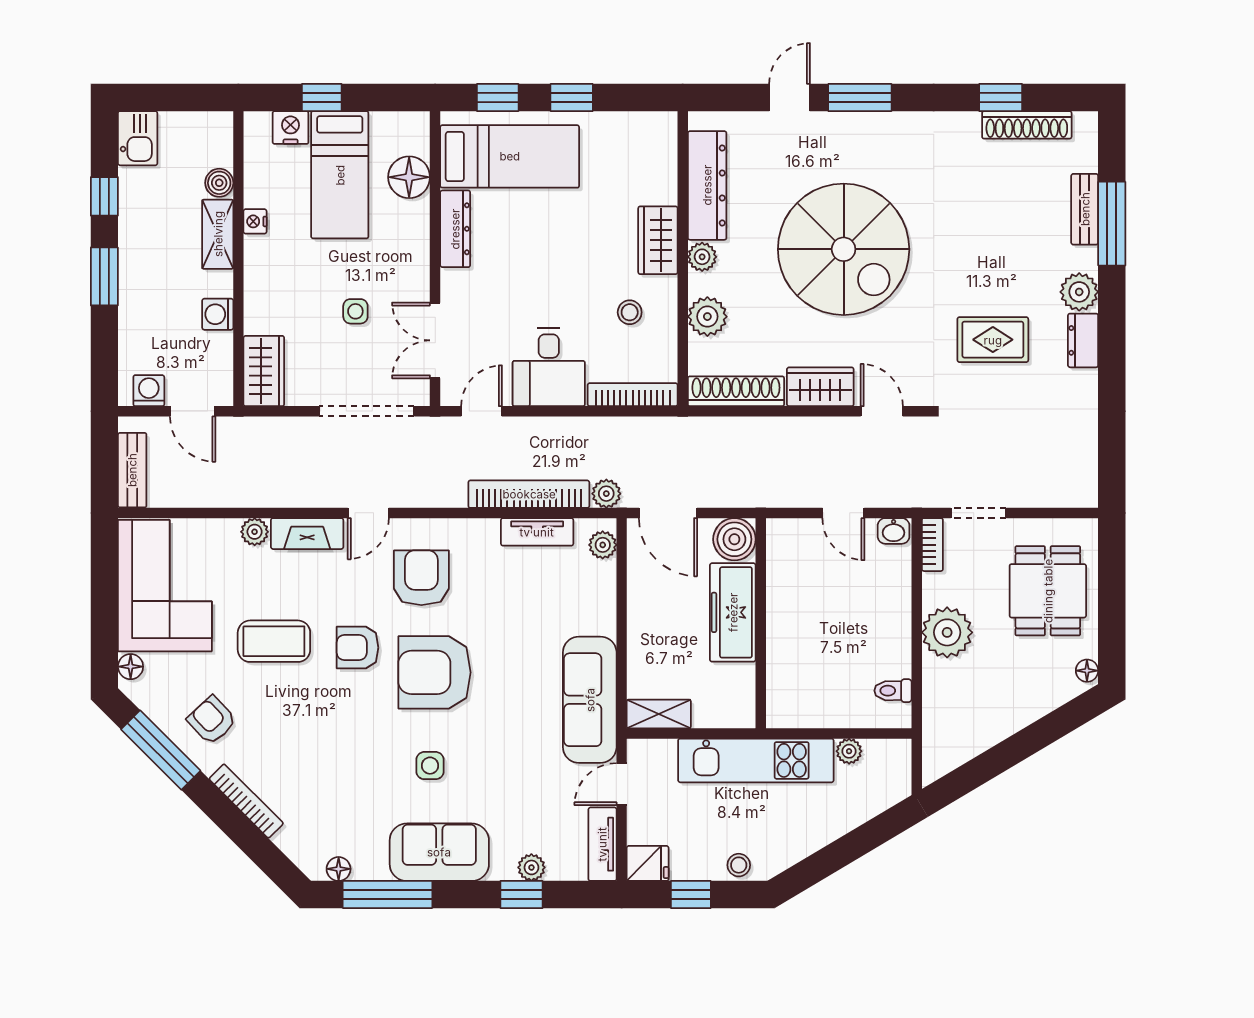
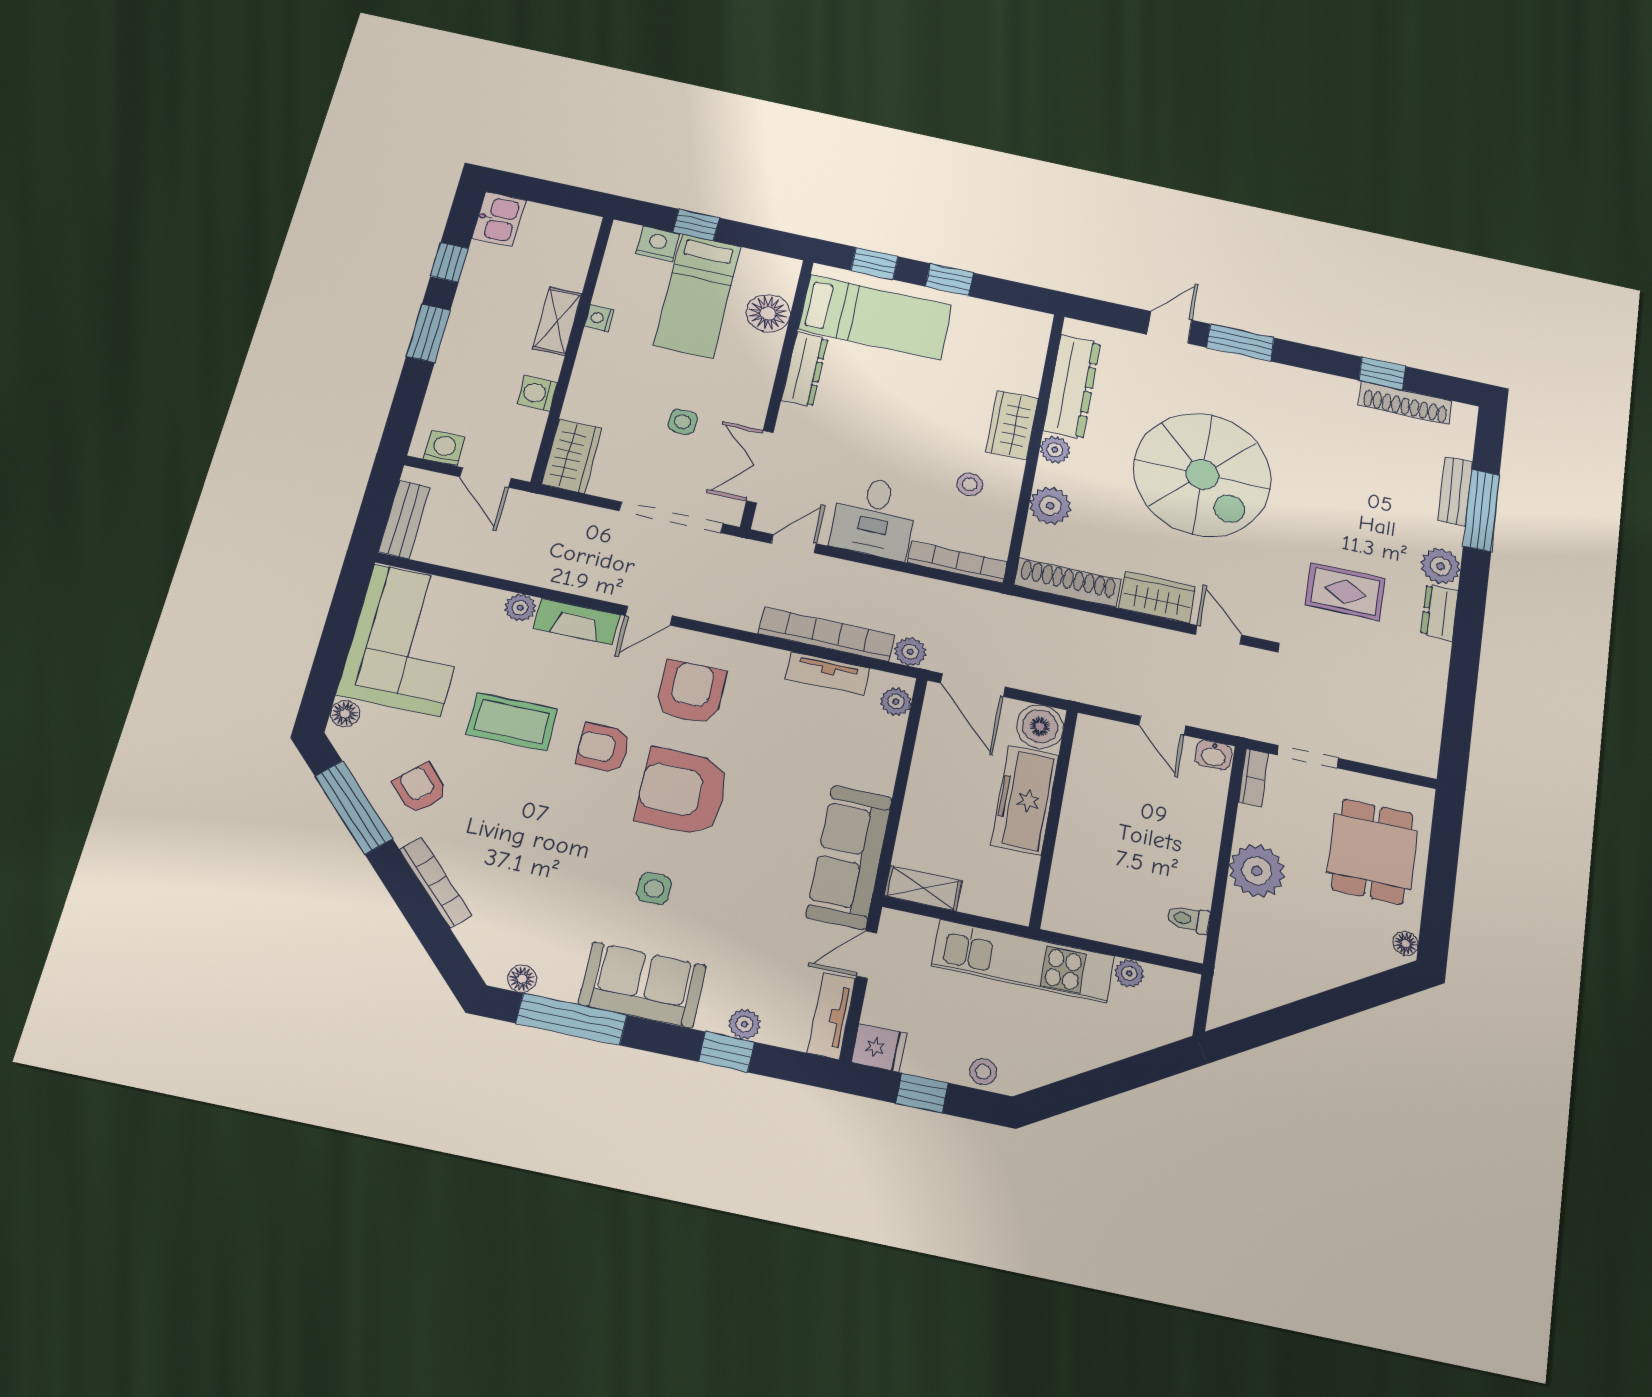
boiler: (219, 183) -> (572, 276), removed

